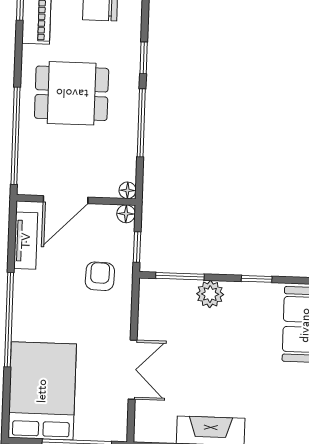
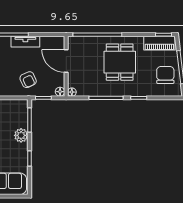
tv unit: (26, 241) -> (25, 42), moved
armchair: (100, 276) -> (28, 80), turned 63

